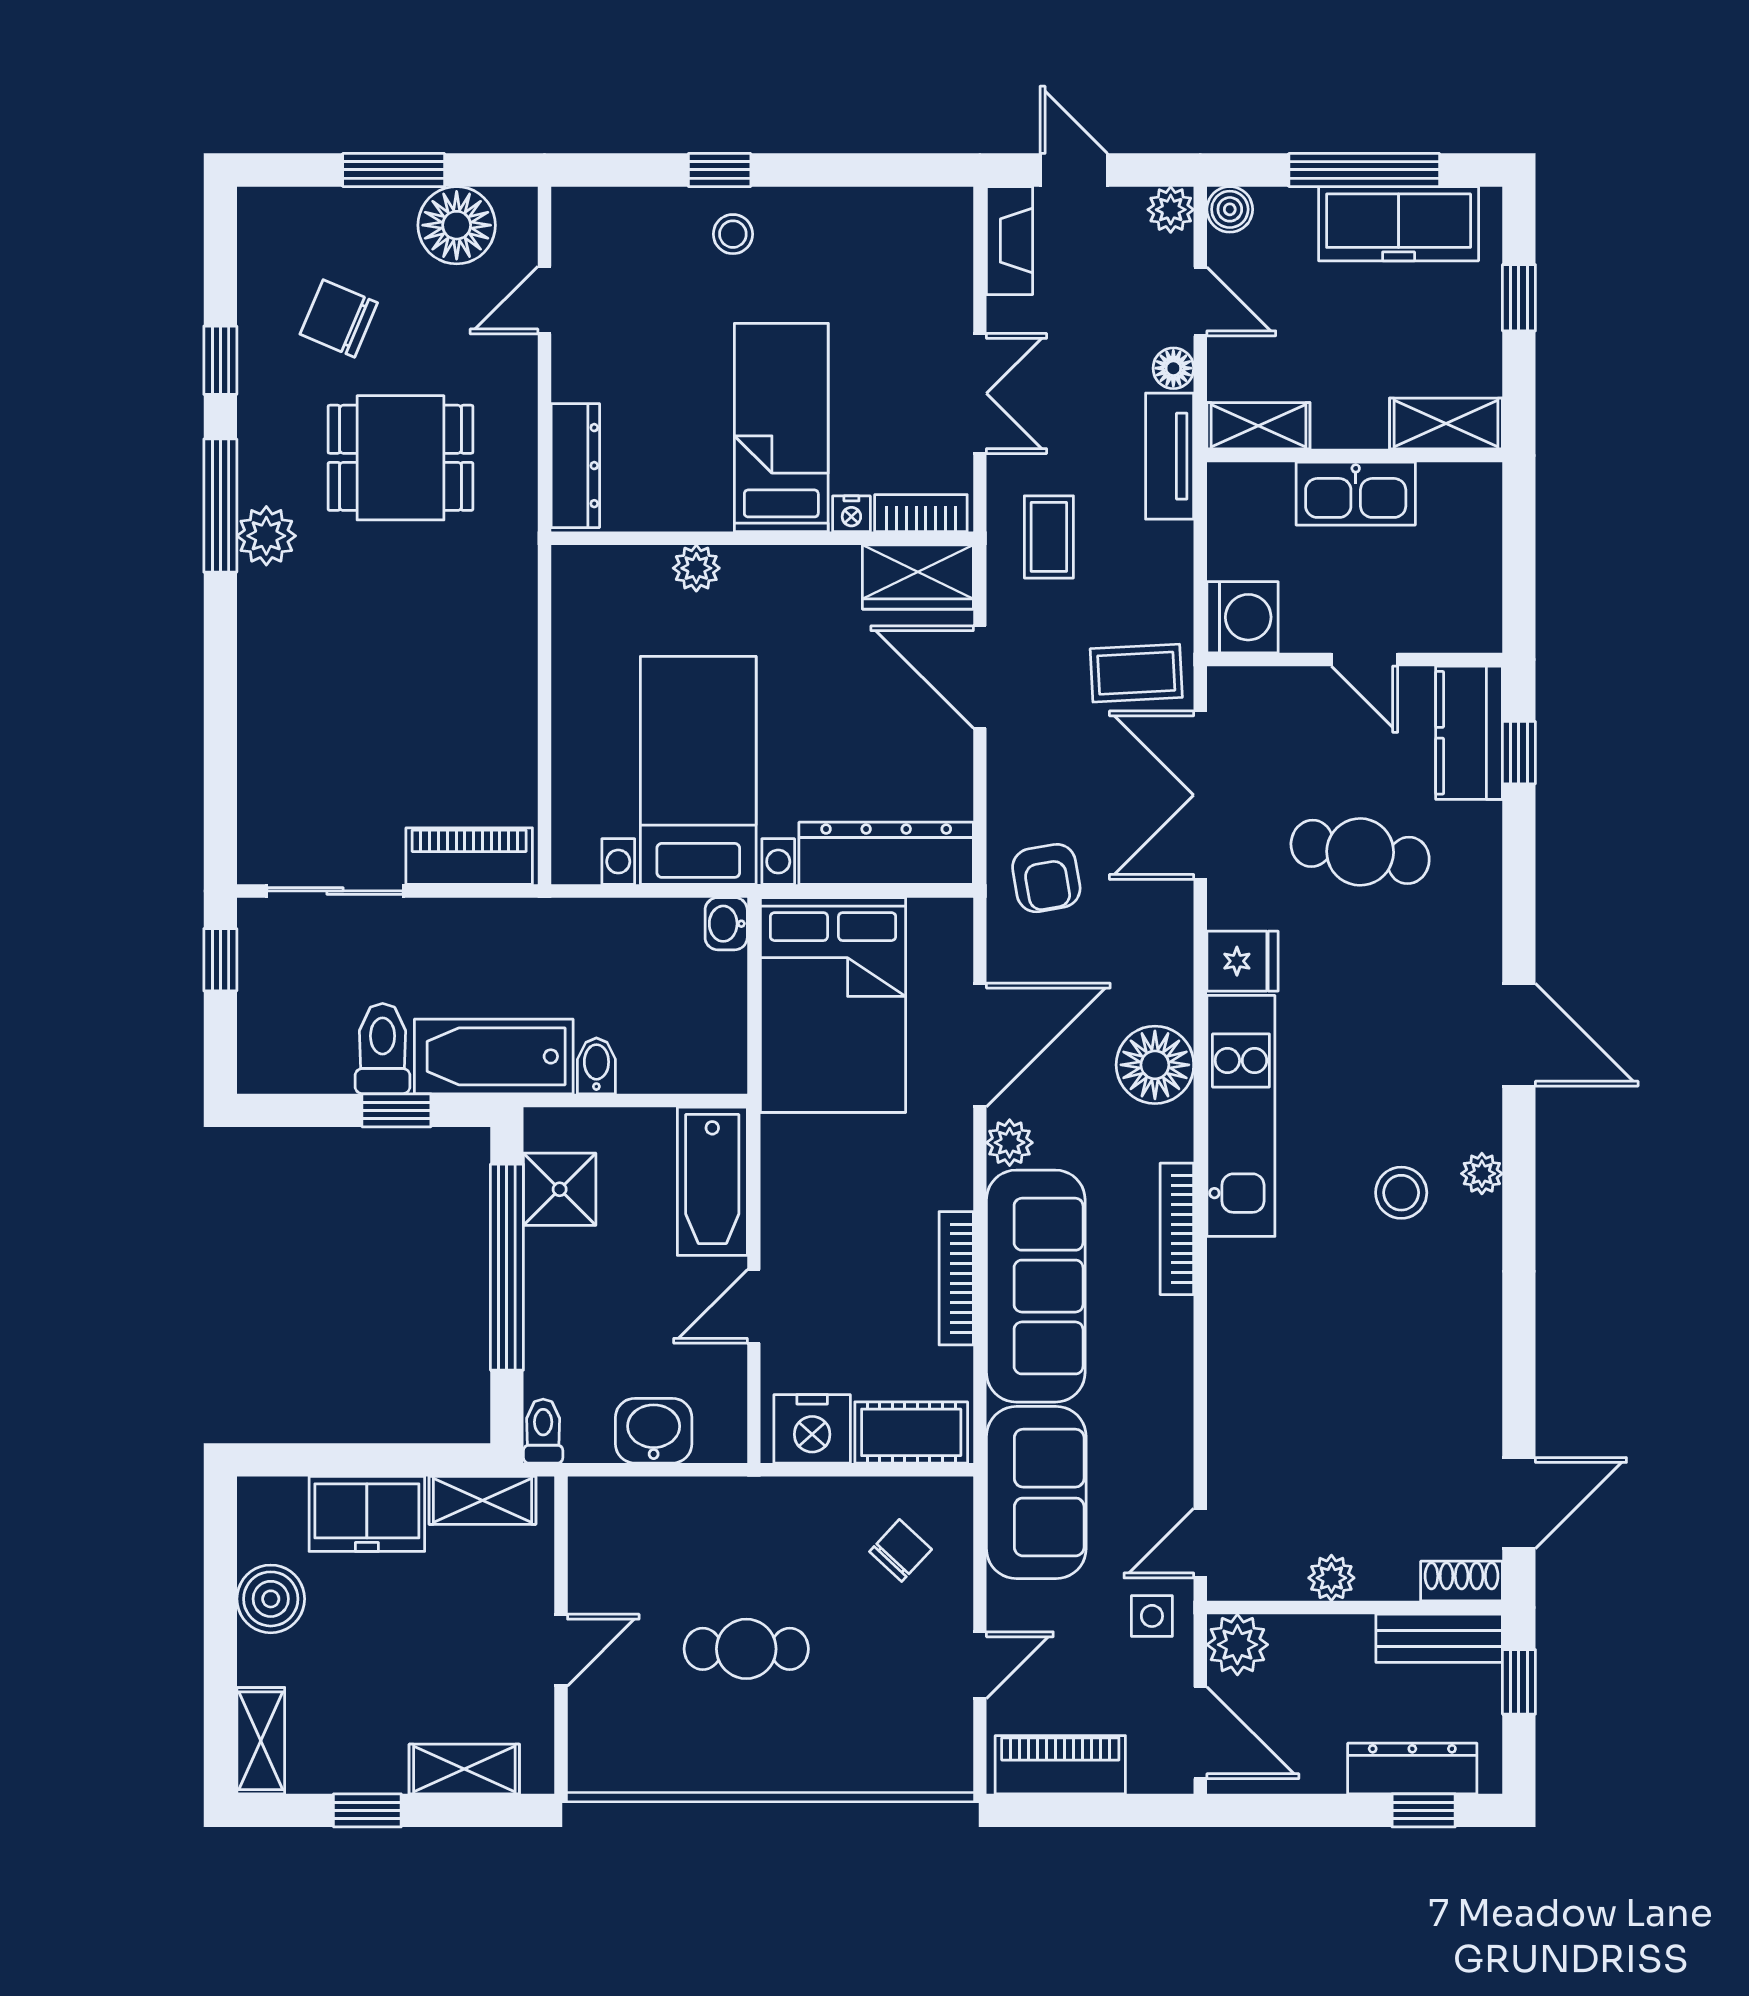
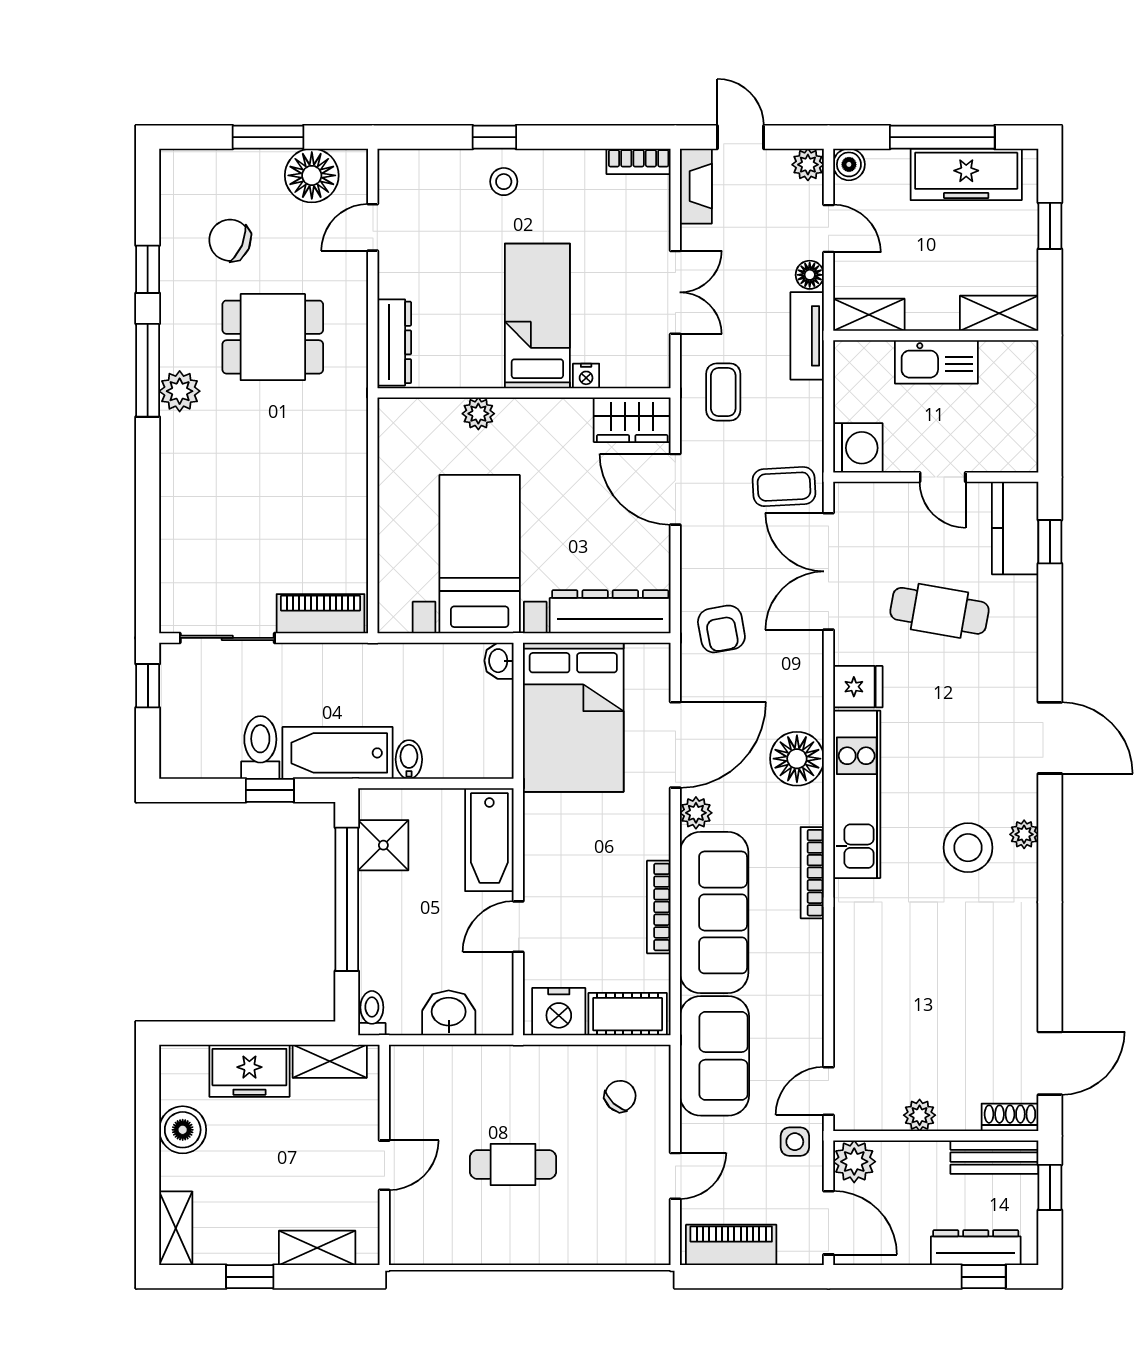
bookcase: (921, 513) -> (639, 161), moved, turned 180
stool: (1401, 1193) -> (968, 848), width x1.38, depth x1.38

